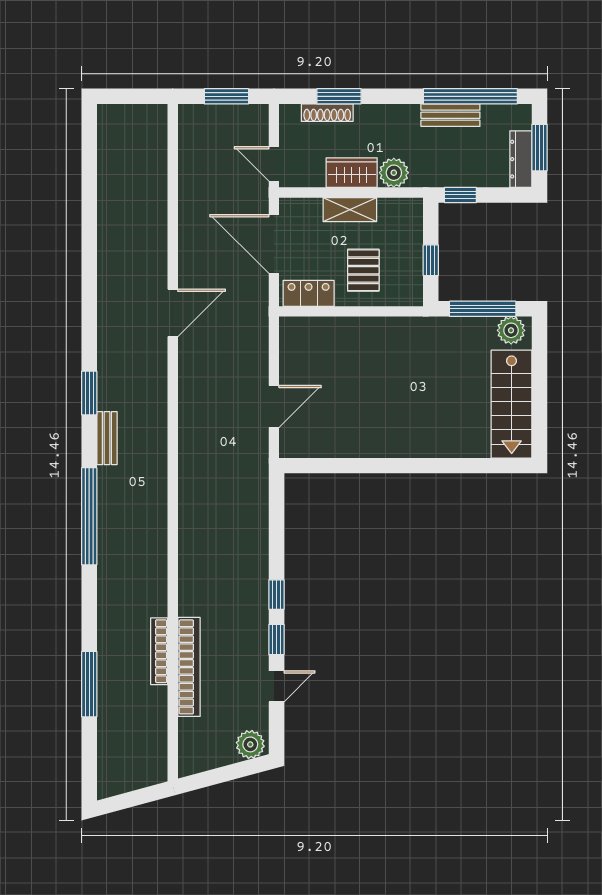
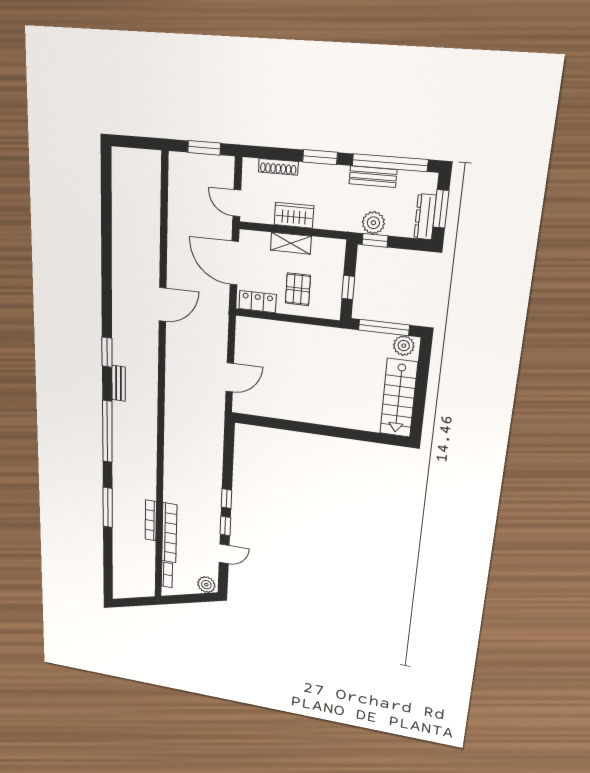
window: (339, 96) -> (320, 157), moved
plant: (394, 173) -> (373, 223), moved
window: (89, 684) -> (108, 507), moved
bookcase: (186, 740) -> (167, 575), added

